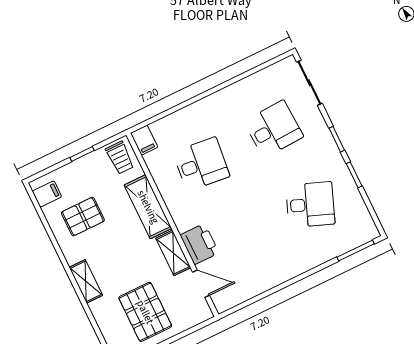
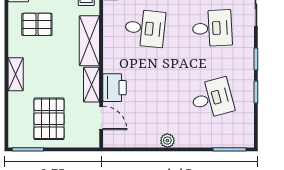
desk: (310, 205) -> (212, 98), turned -36
plant: (284, 273) -> (167, 141), added

